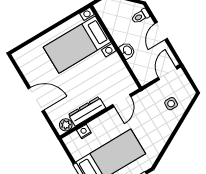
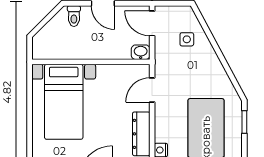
washbasin: (127, 51) -> (141, 52), moved
door: (122, 101) -> (152, 90), swing flipped

